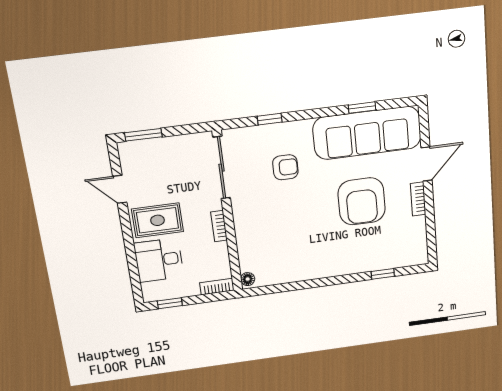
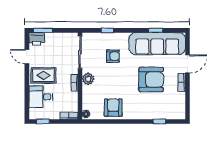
printer: (133, 153) -> (37, 39), added
armchair: (362, 201) -> (151, 80), turned -90
plant: (244, 216) -> (88, 79), added
armchair: (297, 261) -> (113, 108), added

